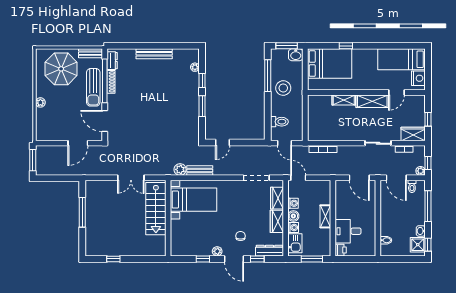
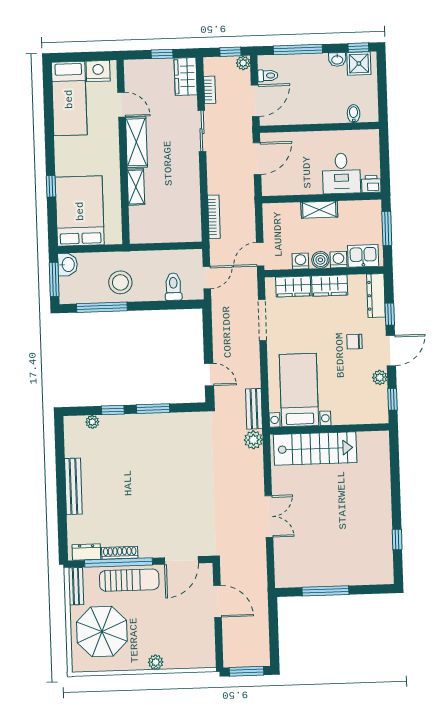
bed with nightstands: (194, 200) -> (299, 390), moved
stairs: (156, 209) -> (315, 449), moved
wall: (168, 218) -> (329, 429), moved

